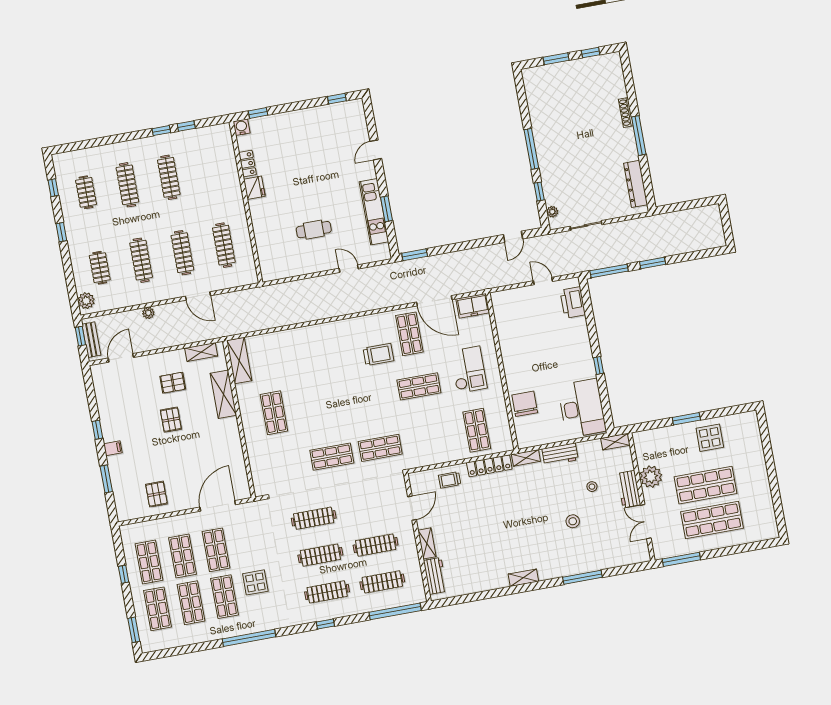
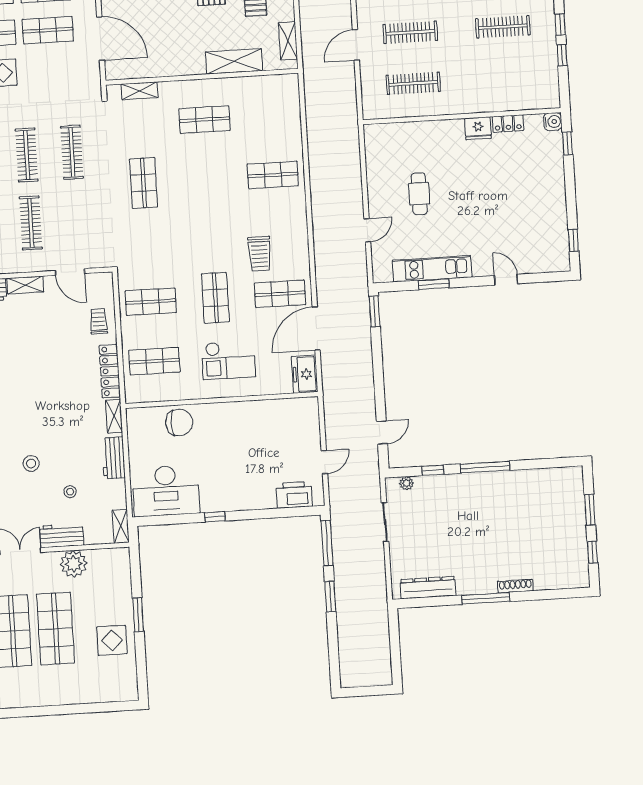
door: (513, 237) -> (382, 432), swing flipped
shop shelf: (313, 351) -> (273, 175), added
shelving: (239, 361) -> (140, 91), moved, width x0.67, depth x0.75
shop shelf: (380, 448) -> (151, 302), moved, turned 90

